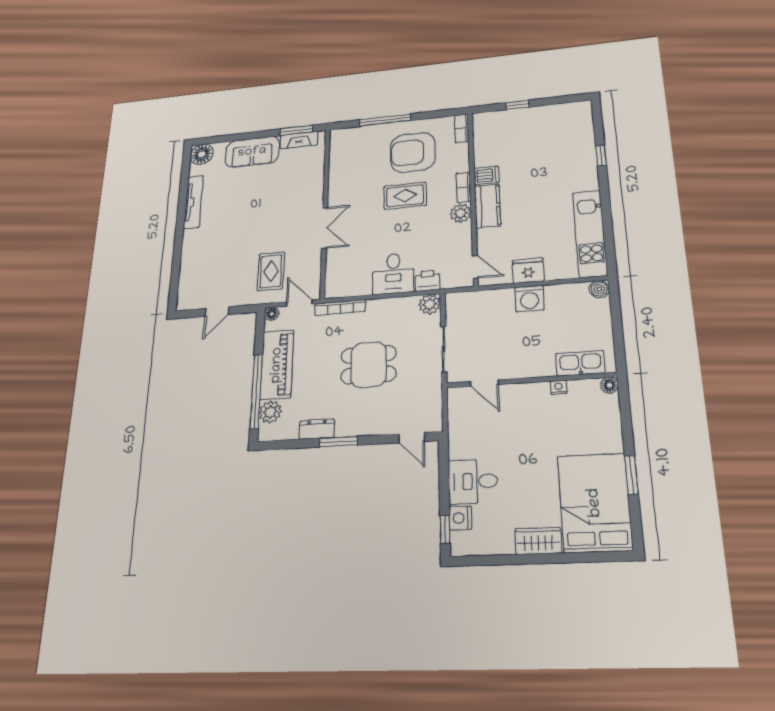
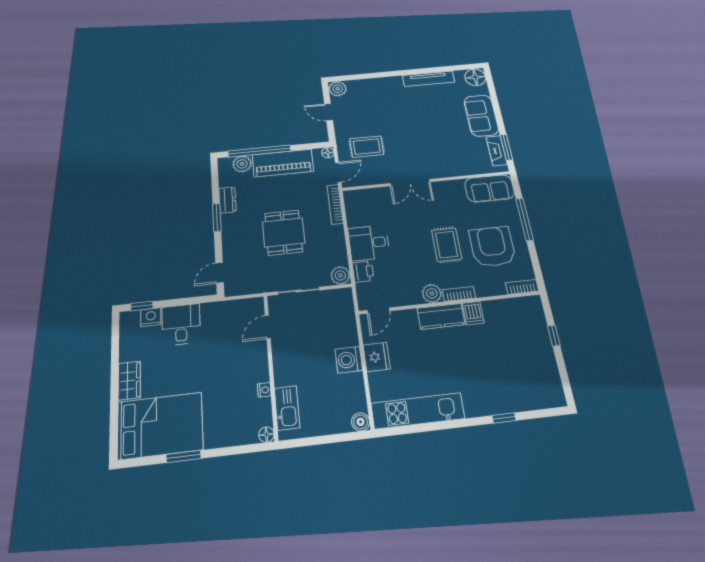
sofa: (344, 150) -> (490, 188), added
plant: (187, 301) -> (338, 89), added

